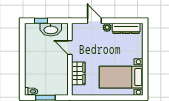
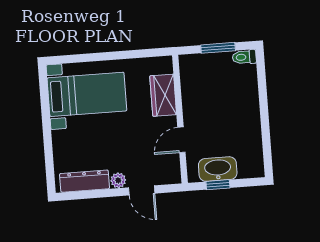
window: (41, 21) -> (218, 185), moved
door: (70, 48) -> (181, 140), swing flipped

